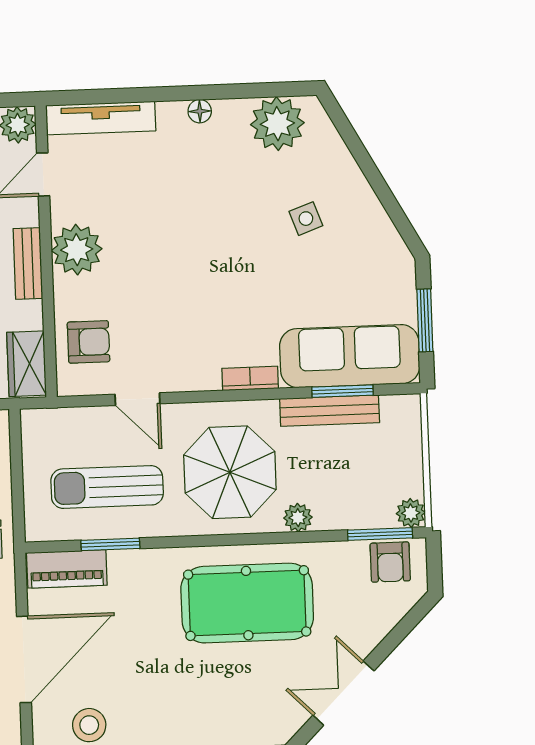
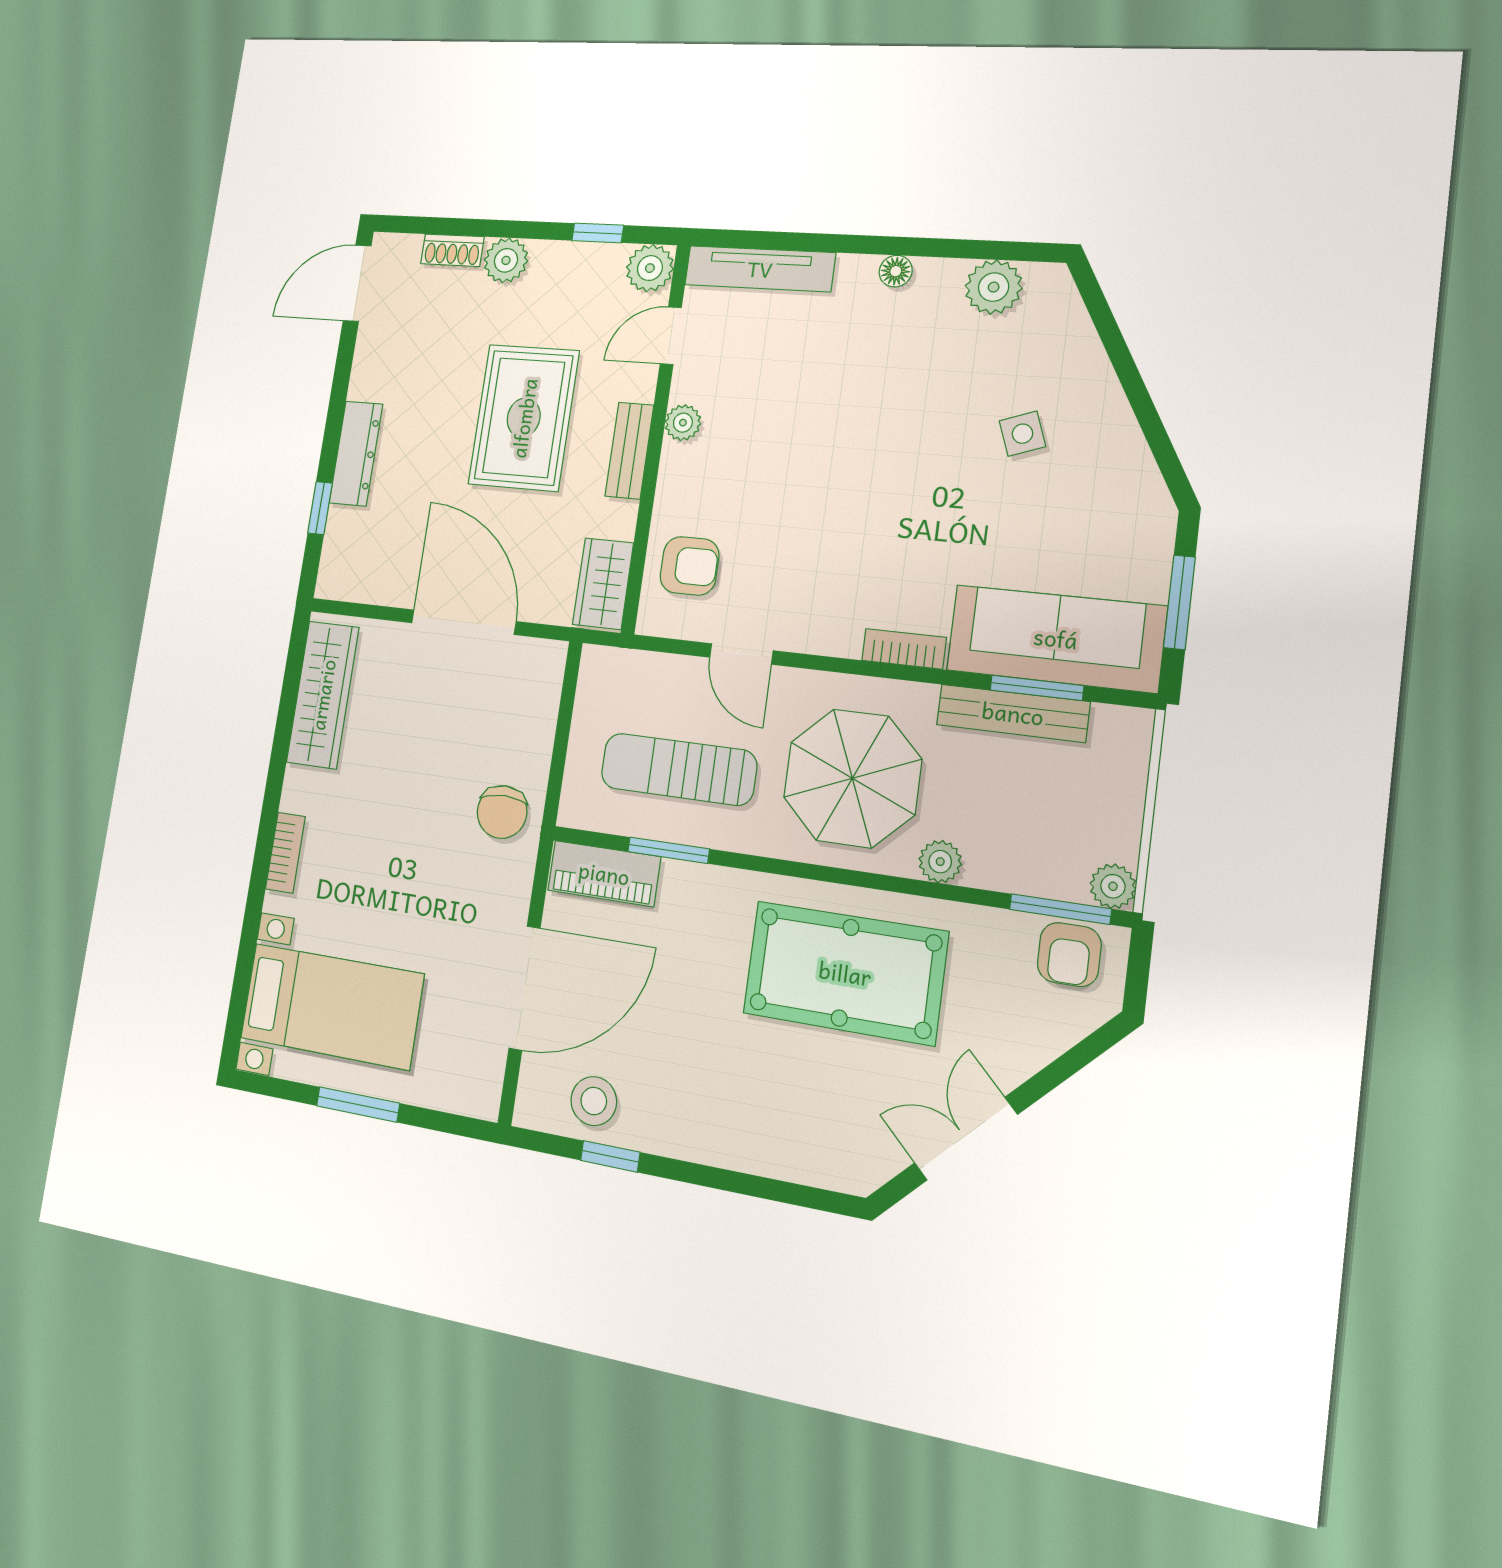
plant: (277, 124) -> (994, 287), width x0.73, depth x0.73
plant: (77, 250) -> (683, 423), width x0.53, depth x0.53

